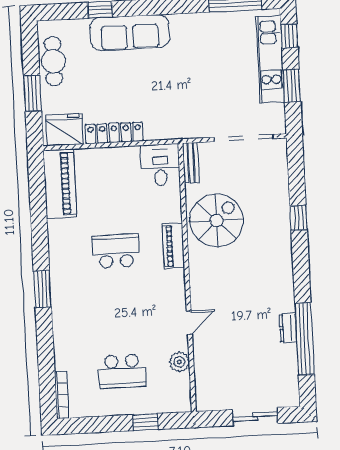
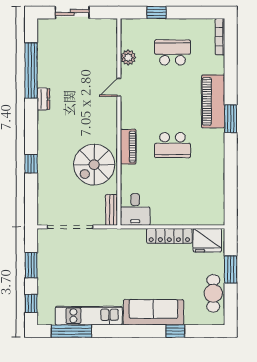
kitchen unit: (270, 59) -> (89, 316), moved, turned -90
piano: (60, 184) -> (213, 101), moved
dresser: (288, 328) -> (43, 99), moved

